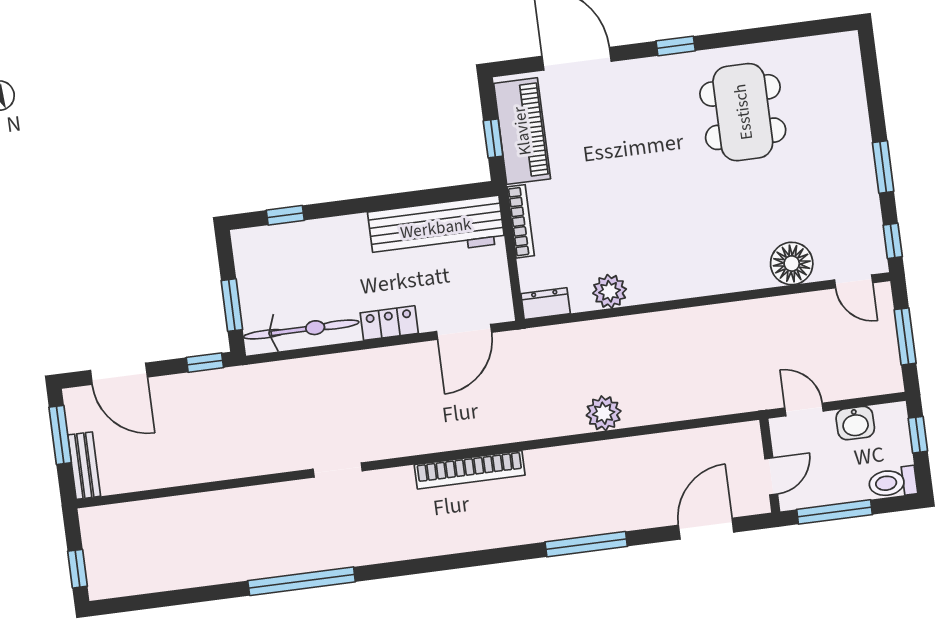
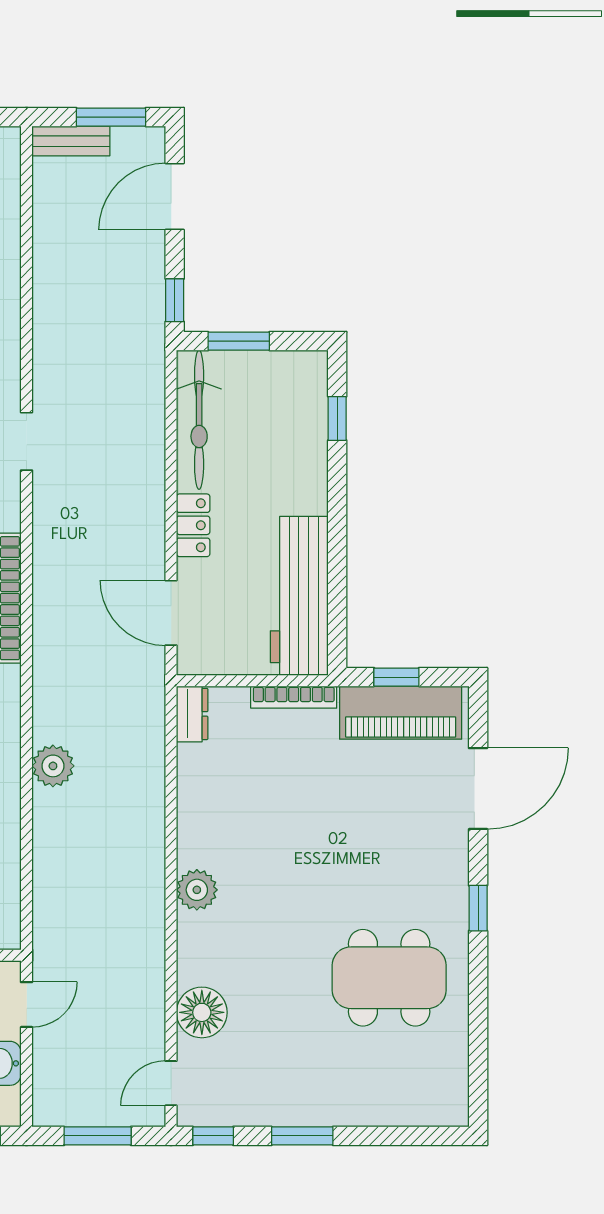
plant: (610, 291) -> (197, 890), moved

